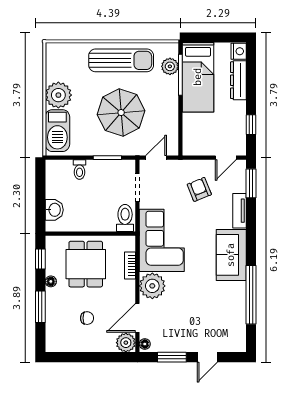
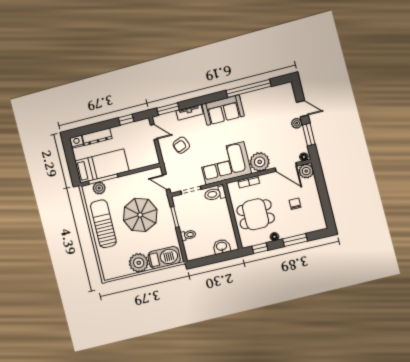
plant: (190, 345) -> (297, 123), added

